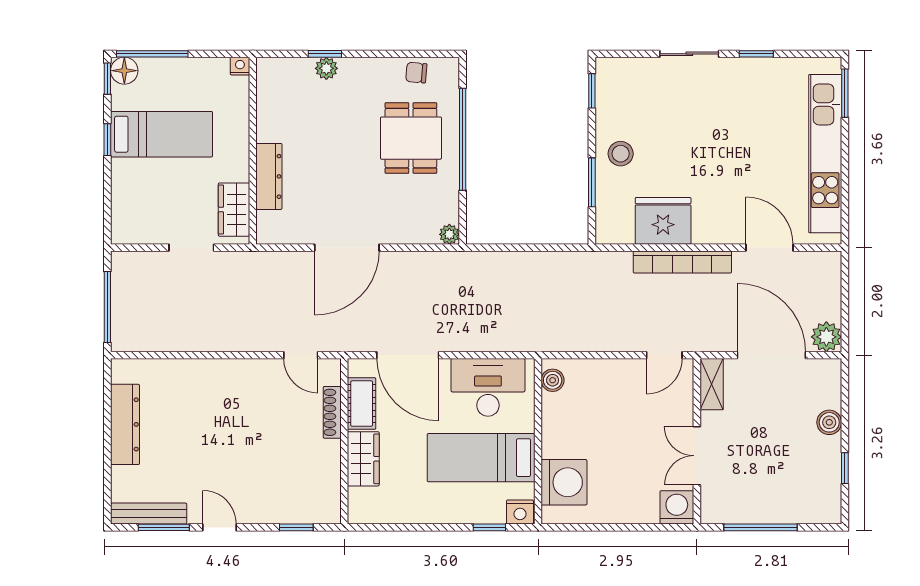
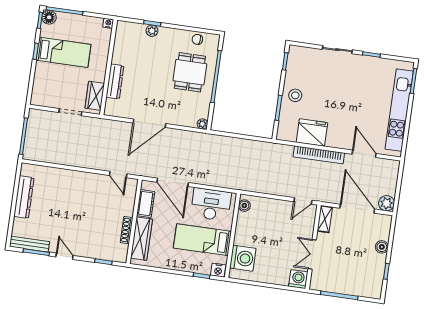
shoe rack: (332, 412) -> (127, 230), moved
wardrobe: (363, 459) -> (141, 239), width x1.50

